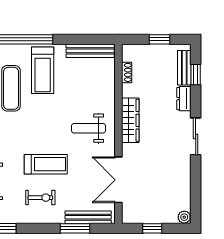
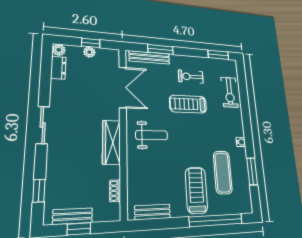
bench: (90, 51) -> (152, 212), width x0.73
bench: (184, 68) -> (73, 216), moved, turned 90
dresser: (184, 99) -> (58, 68), moved
plant: (153, 218) -> (89, 52), added

